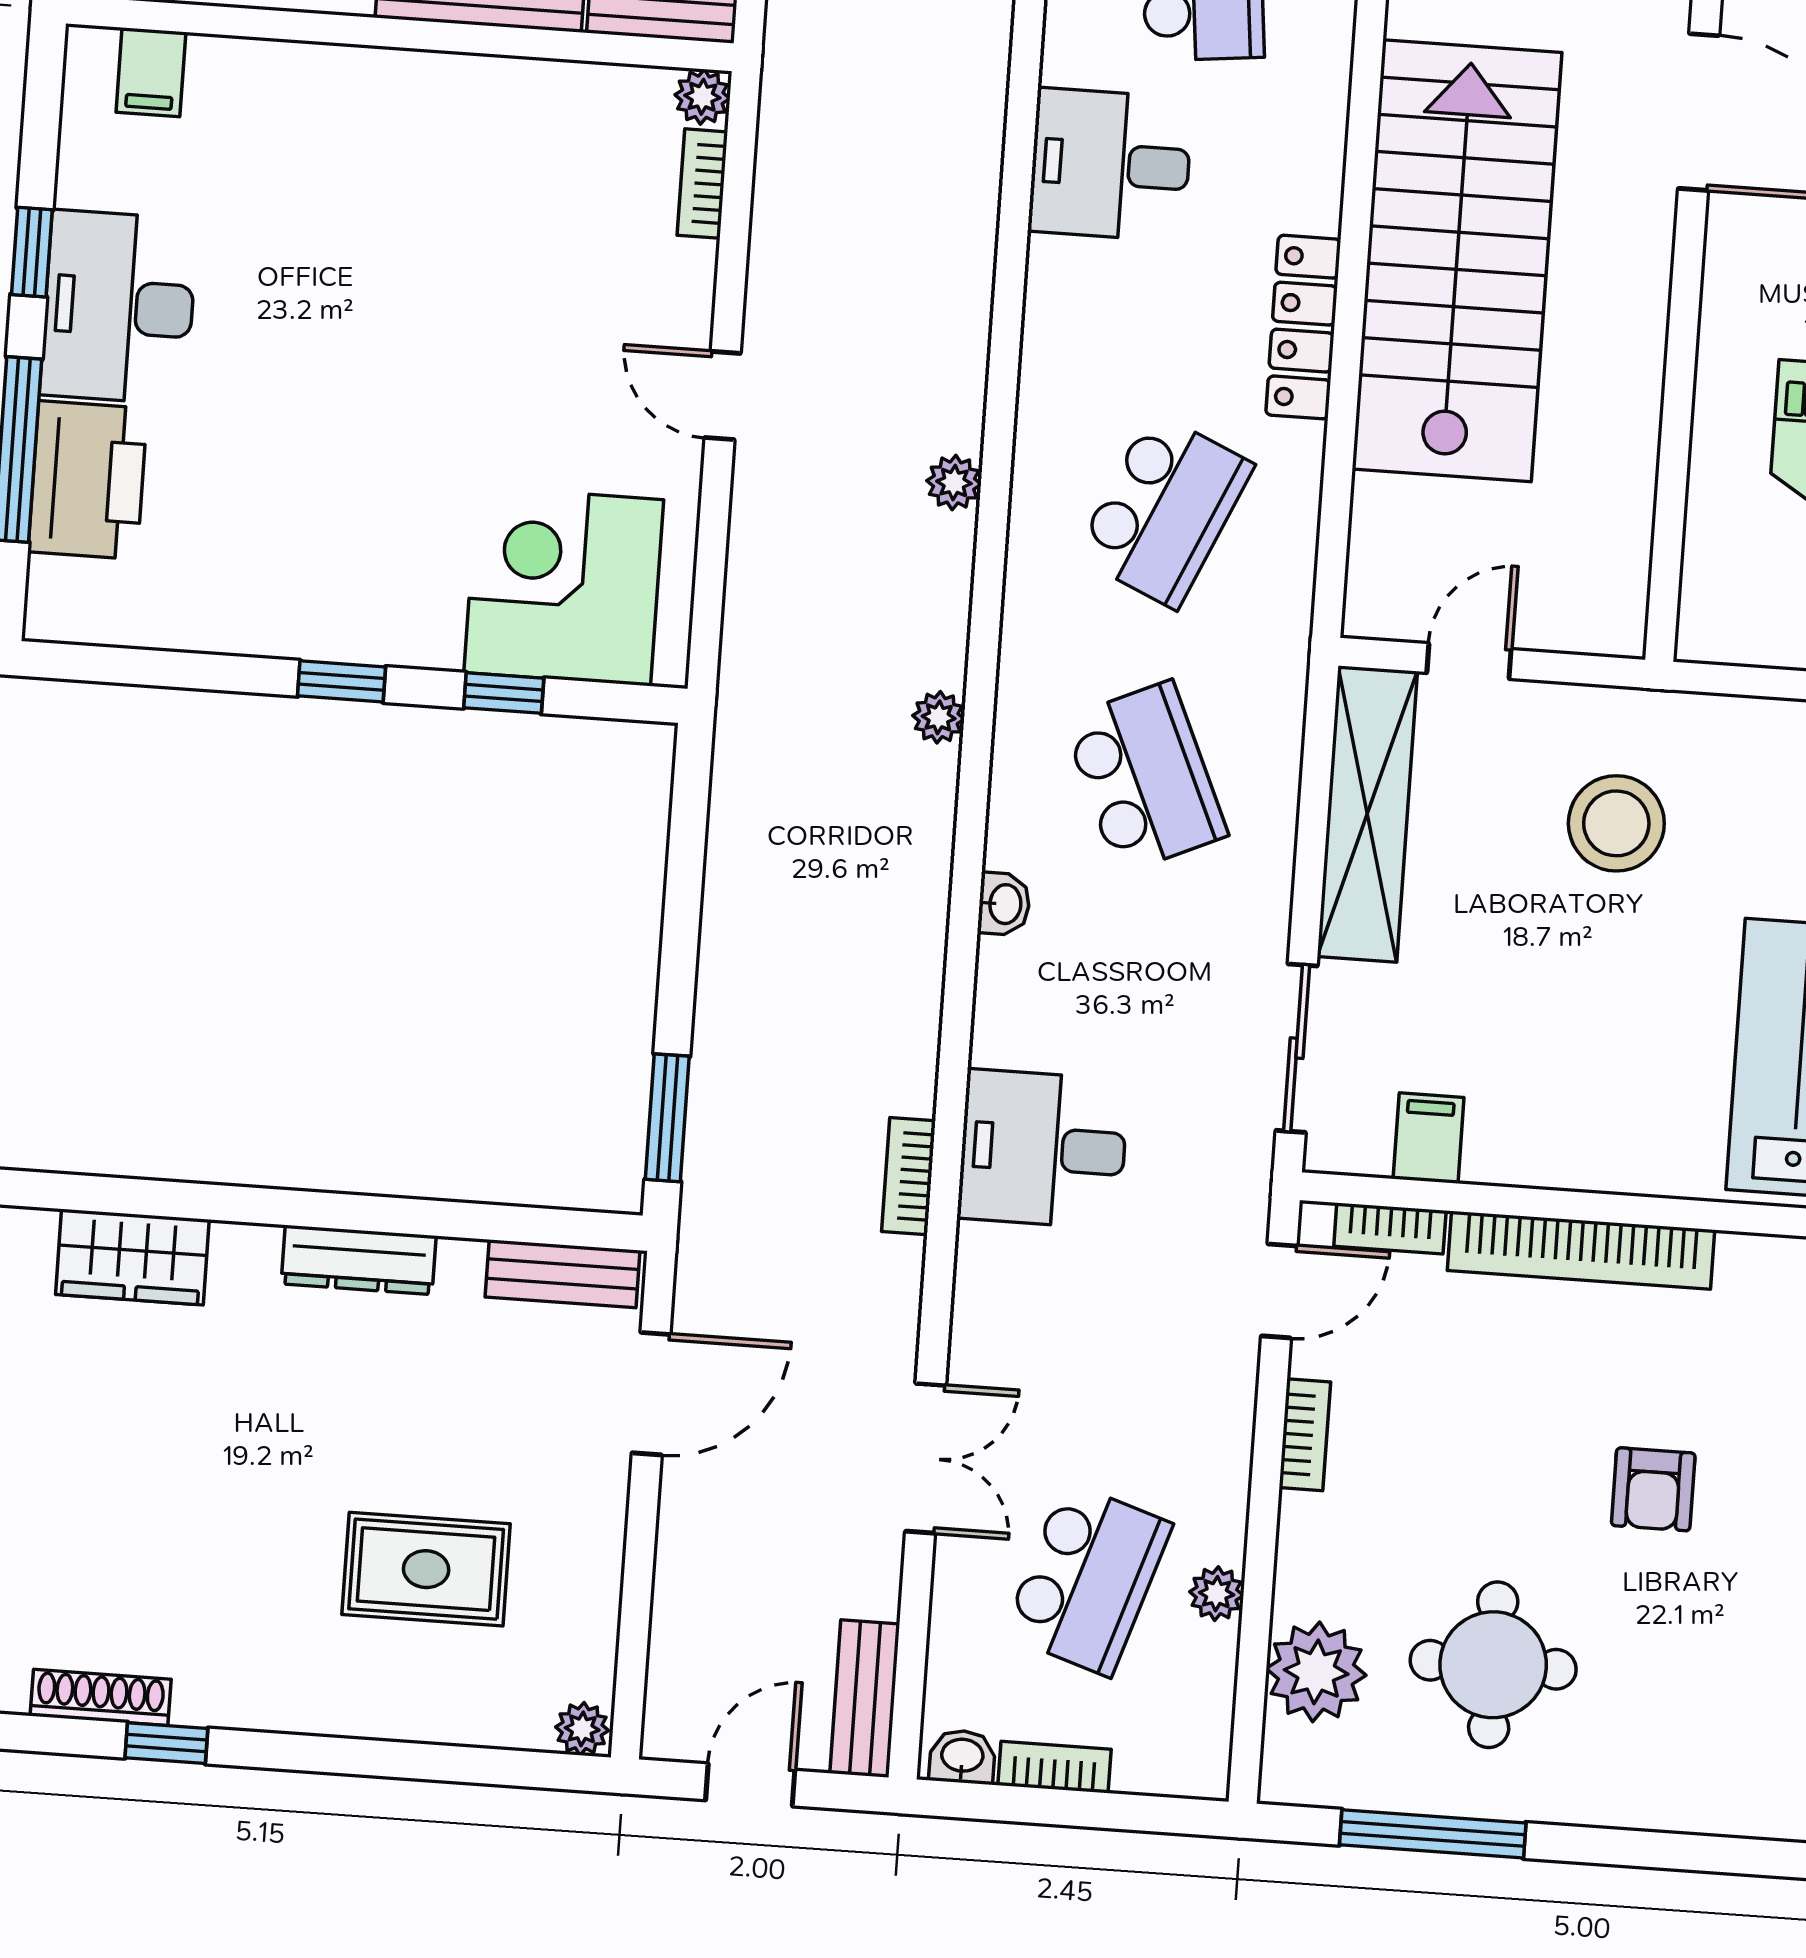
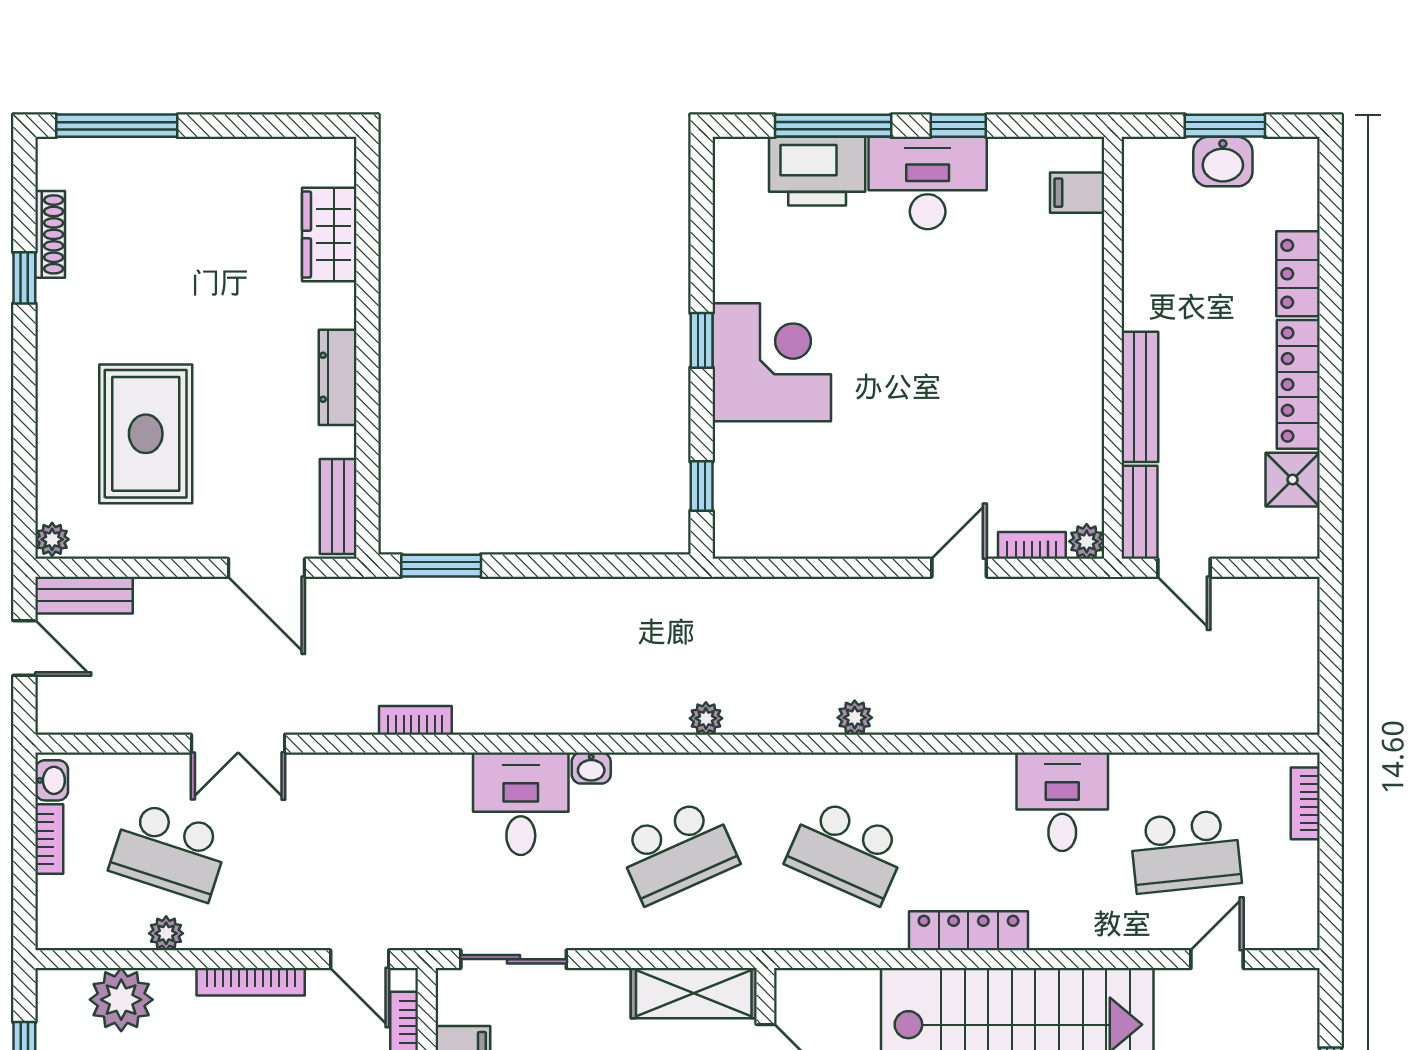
door: (723, 396) -> (959, 568), moved
corner desk: (564, 586) -> (772, 362), moved
window: (504, 693) -> (702, 486), moved
shelving: (1367, 814) -> (694, 993), width x0.68
desk: (1043, 1149) -> (521, 804), moved
bookcase: (1305, 1435) -> (251, 982), width x1.56
rug: (426, 1569) -> (146, 434), width x1.36, depth x1.43
bench: (865, 1698) -> (84, 595), moved

